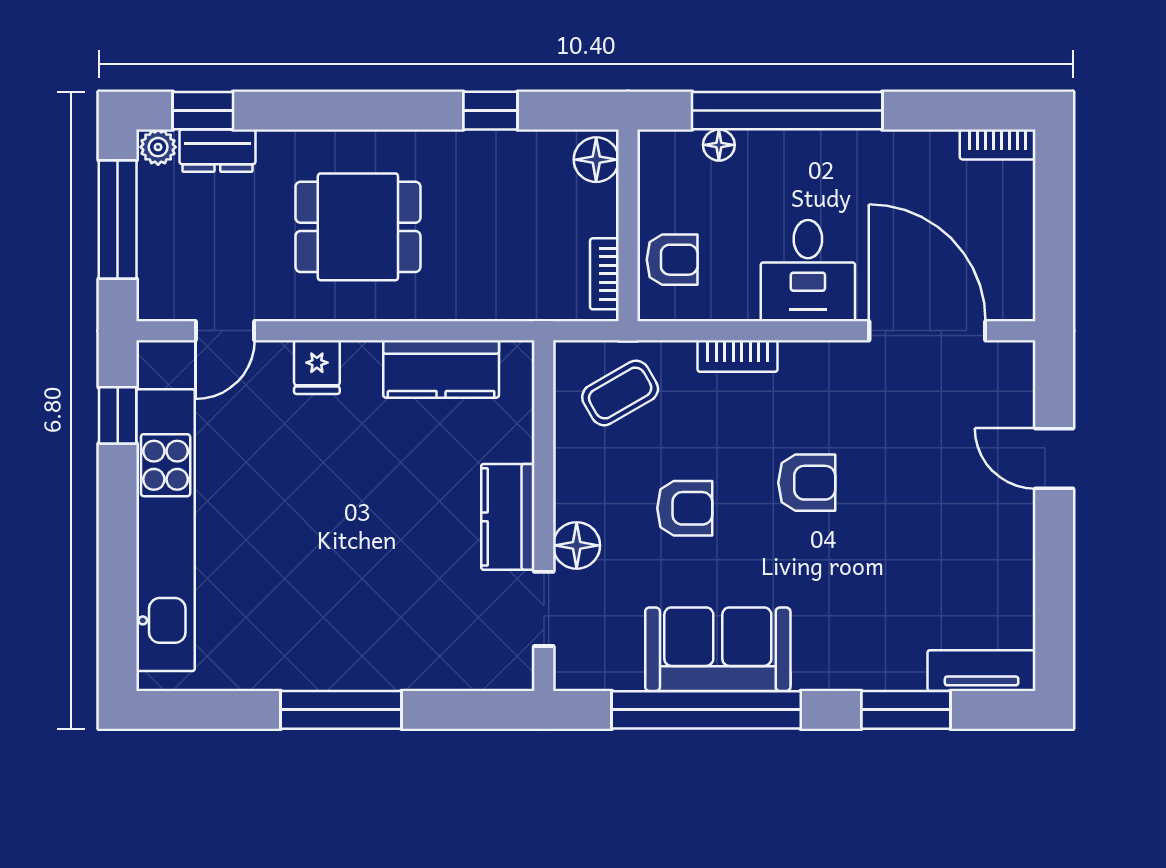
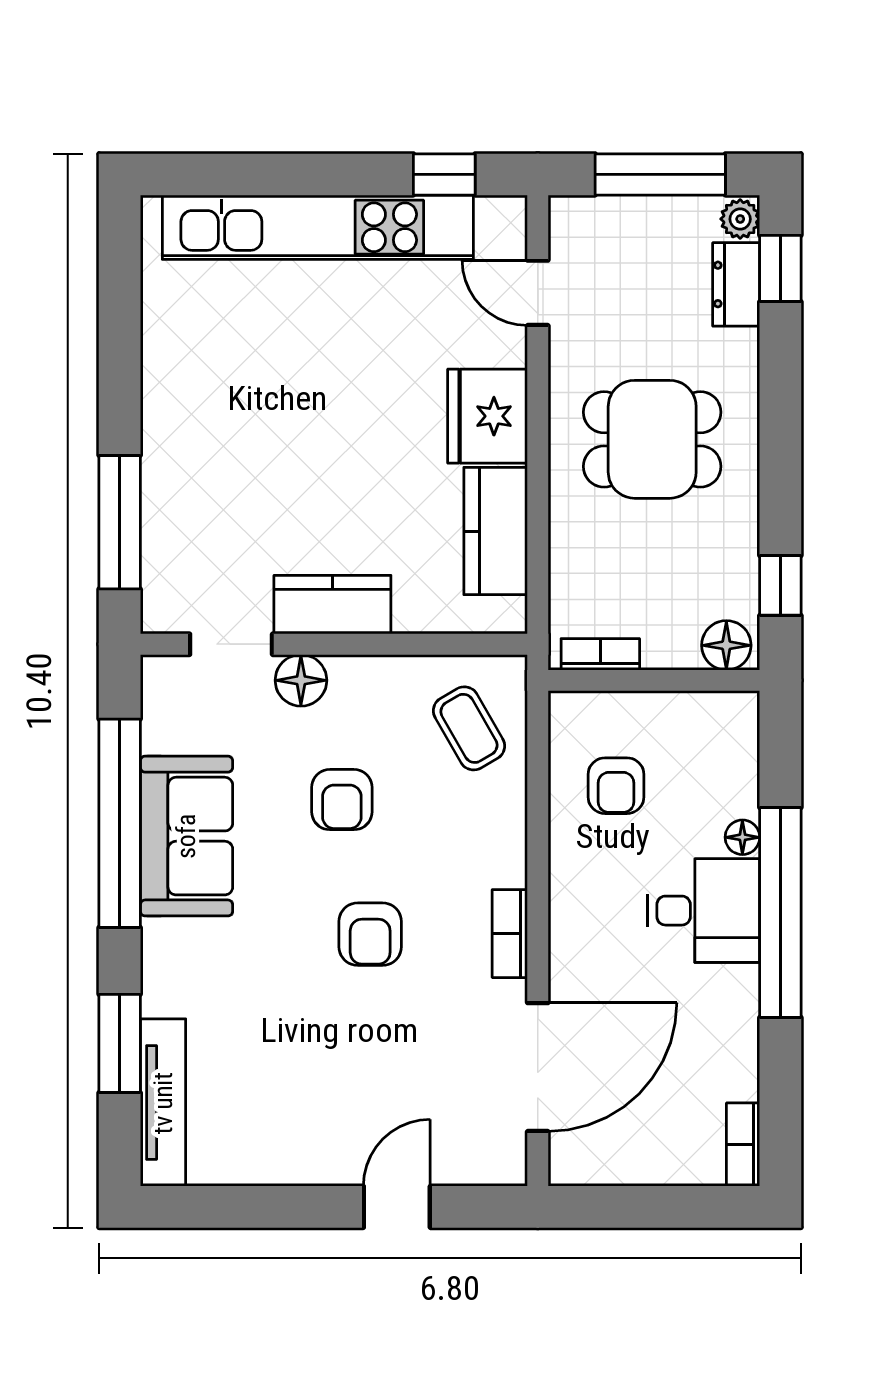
floor lamp: (596, 160) -> (726, 645), moved
wall: (628, 225) -> (654, 680), moved
dining table: (358, 227) -> (652, 439), turned 90
desk: (808, 271) -> (704, 911), moved, turned 180
bookcase: (604, 274) -> (600, 654), moved
bookcase: (738, 356) -> (510, 934), moved
fridge: (317, 367) -> (488, 416), width x1.88, depth x1.34
tv unit: (982, 671) -> (163, 1103), width x1.41
window: (341, 710) -> (120, 522), moved

